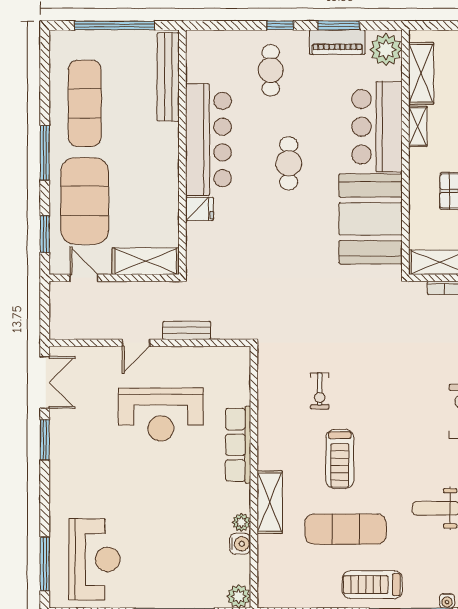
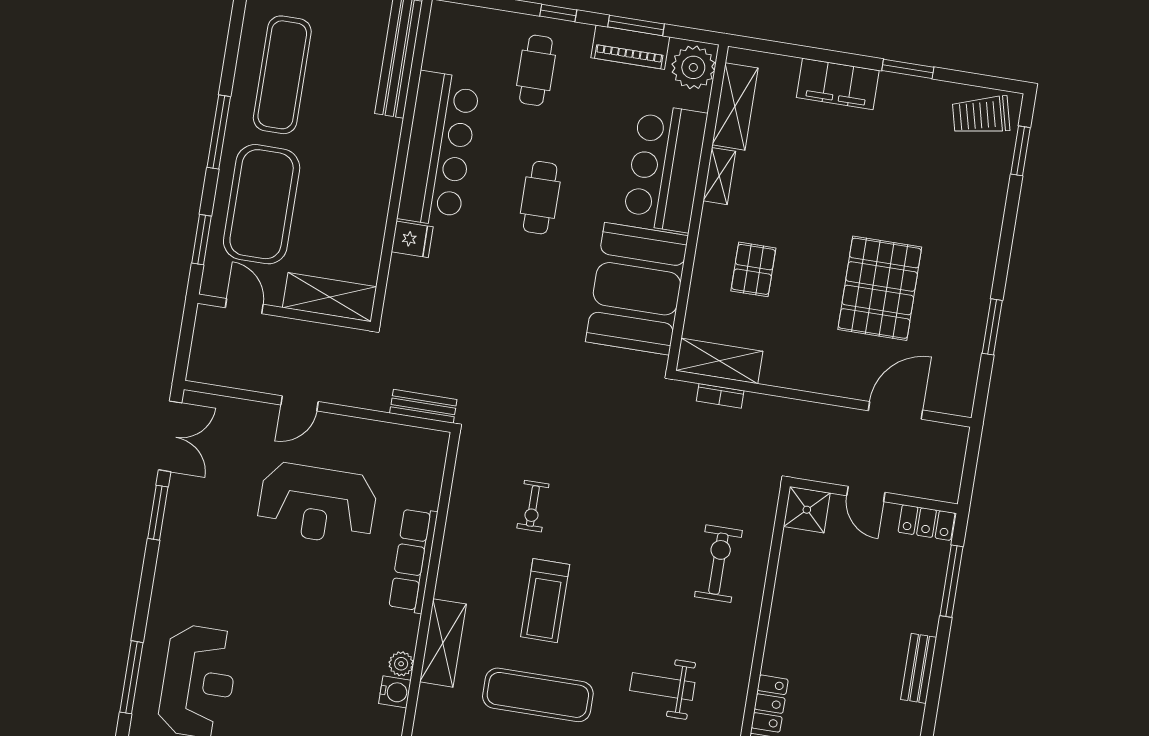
bench: (187, 330) -> (423, 406), moved

